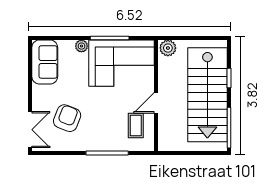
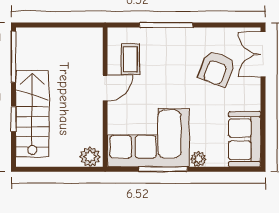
stairs: (207, 95) -> (32, 114), width x0.73, depth x0.66

